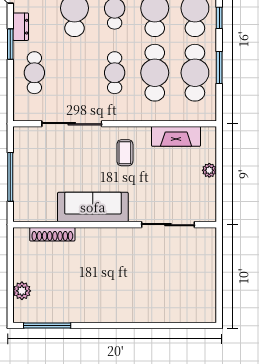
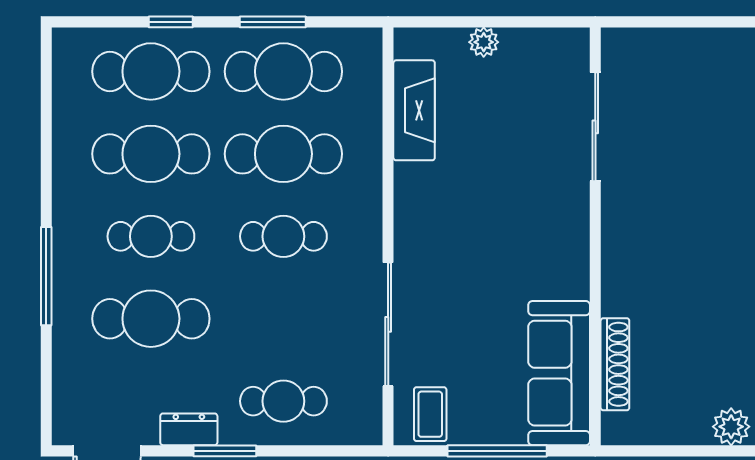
coffee table: (125, 153) -> (430, 414), moved, turned 90
sofa: (93, 207) -> (559, 373), moved

